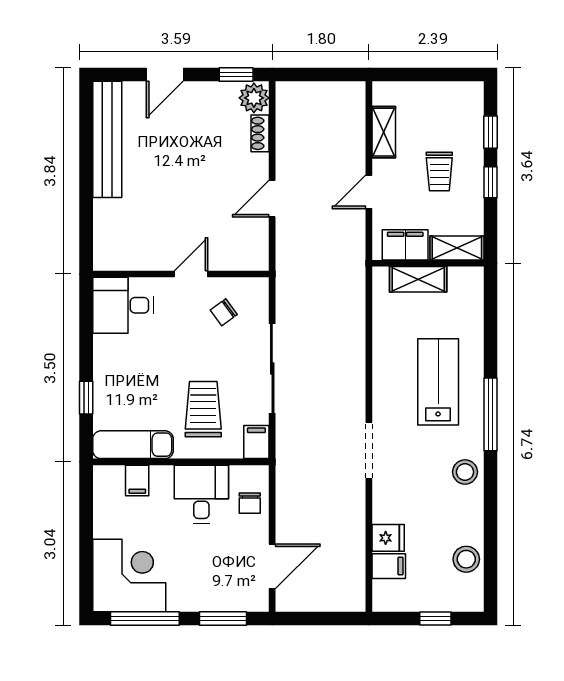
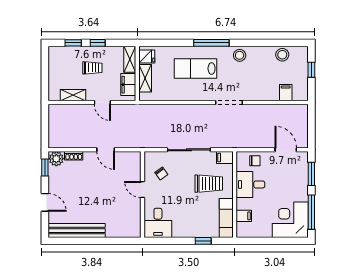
trolley: (203, 409) -> (209, 184), turned 180
fridge: (388, 538) -> (147, 57), moved, turned 90

